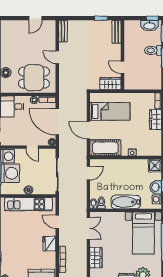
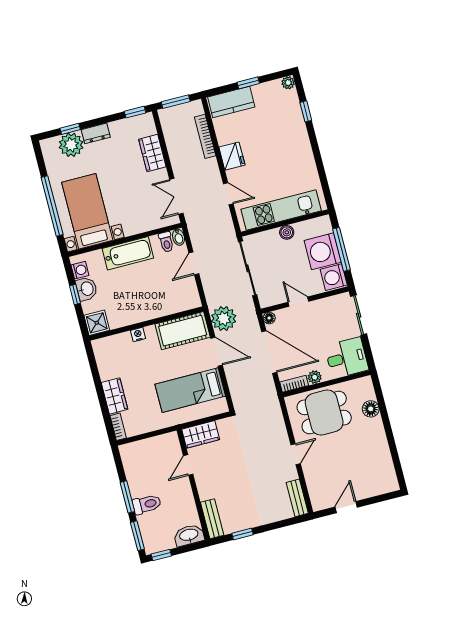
washbasin: (150, 26) -> (189, 535), moved
door: (57, 57) -> (296, 454), hinge flipped
door: (123, 67) -> (188, 465), swing flipped
plant: (79, 149) -> (224, 319), added
door: (88, 173) -> (194, 263), moved

